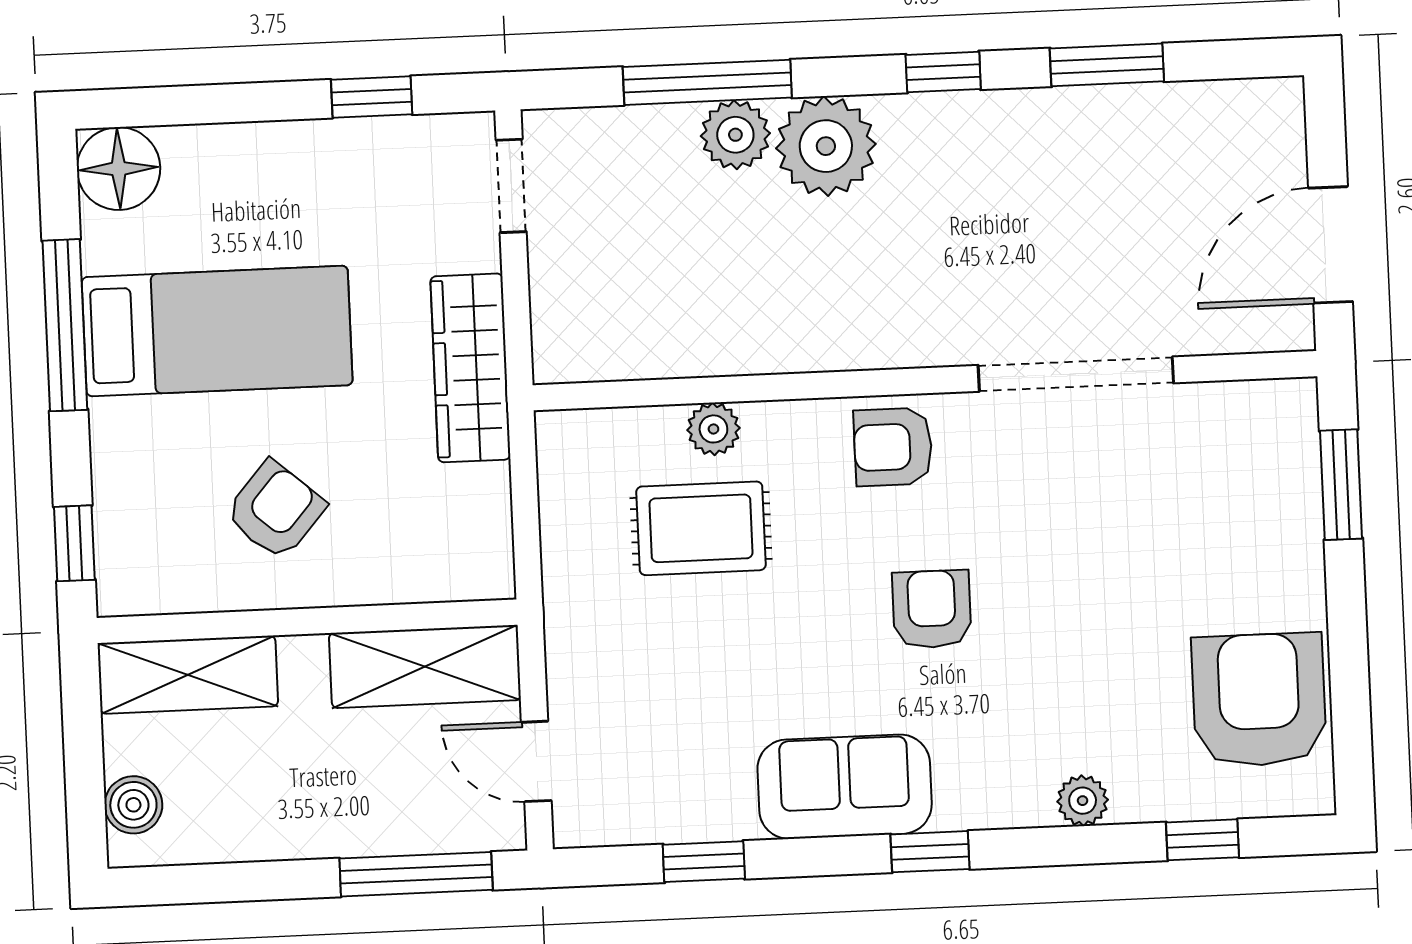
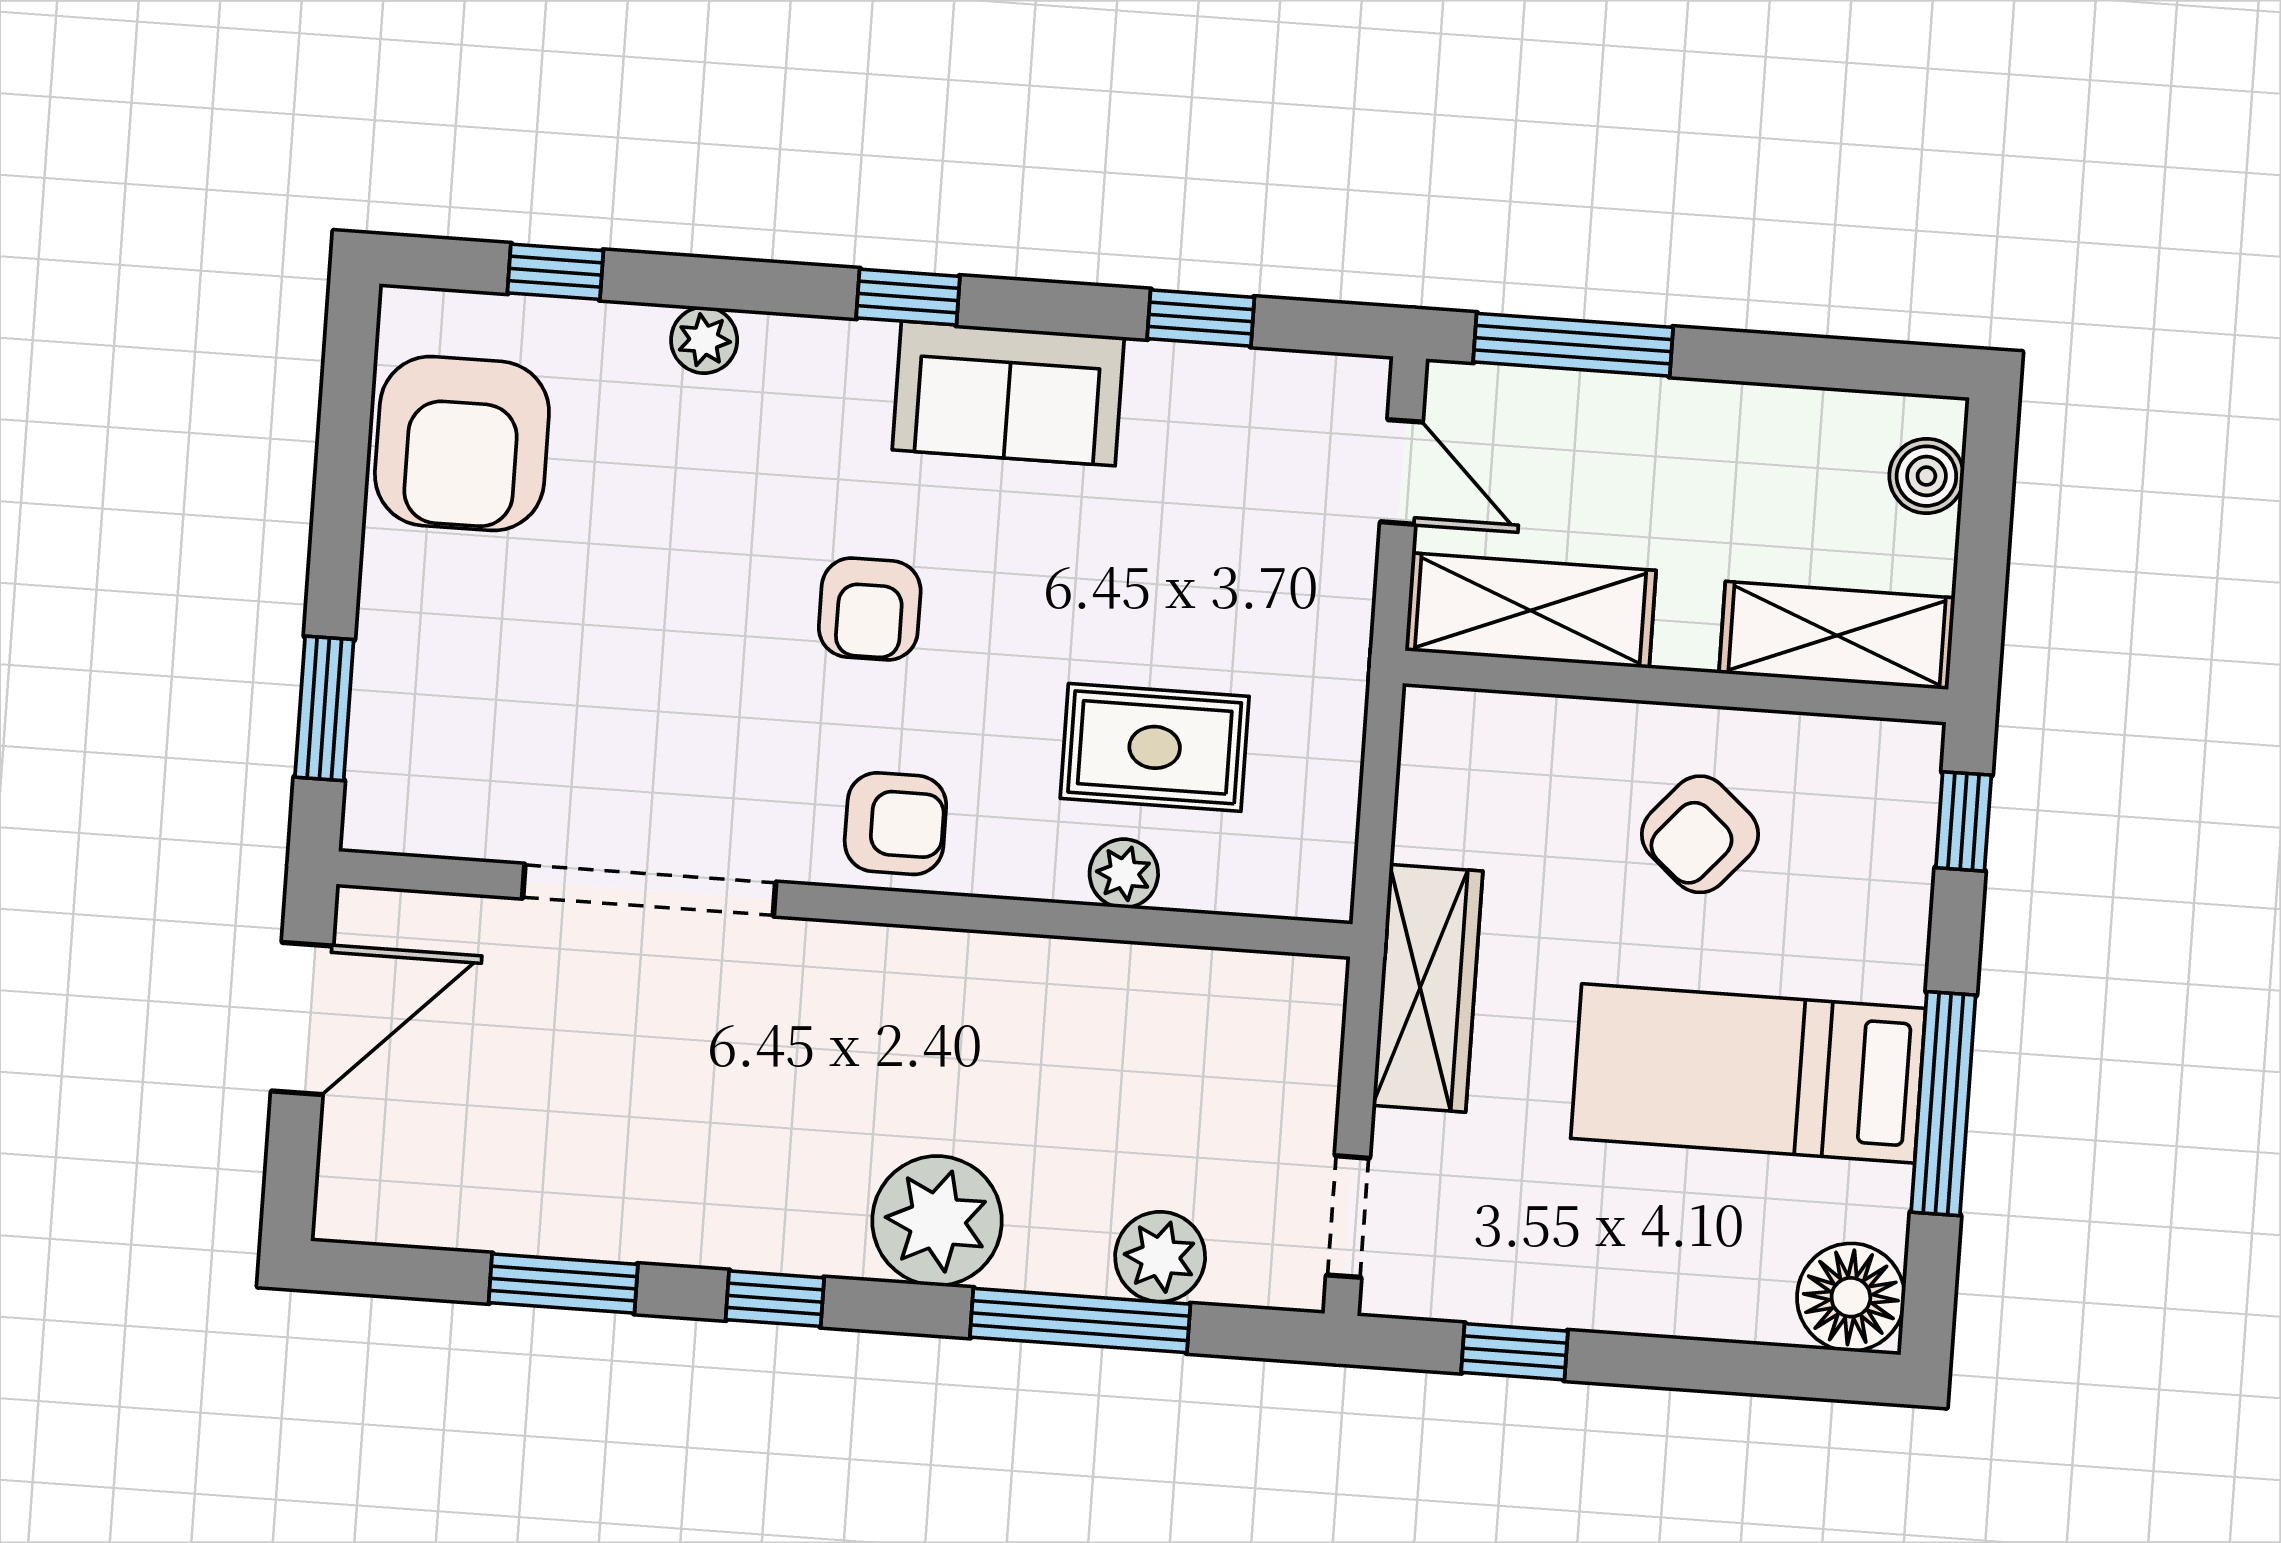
plant: (735, 135) -> (1160, 1257), moved

